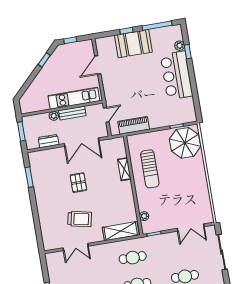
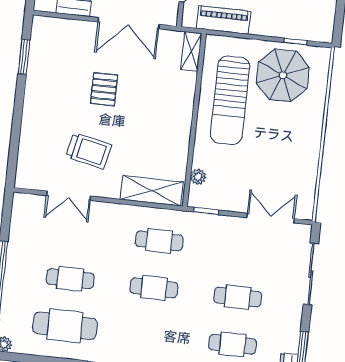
parasol: (185, 143) -> (283, 75), moved
shelving: (124, 169) -> (191, 51), moved
sun lounger: (150, 169) -> (230, 100), width x1.36, depth x1.34
double door: (191, 228) -> (271, 218), swing flipped

